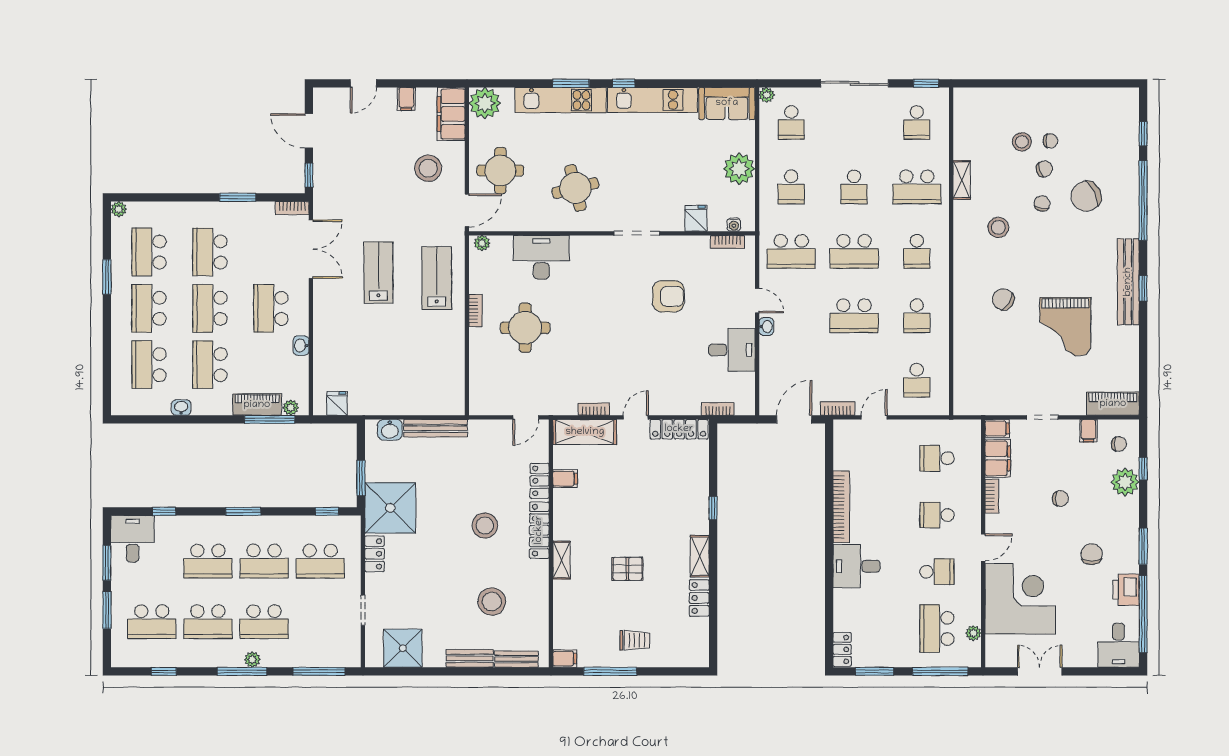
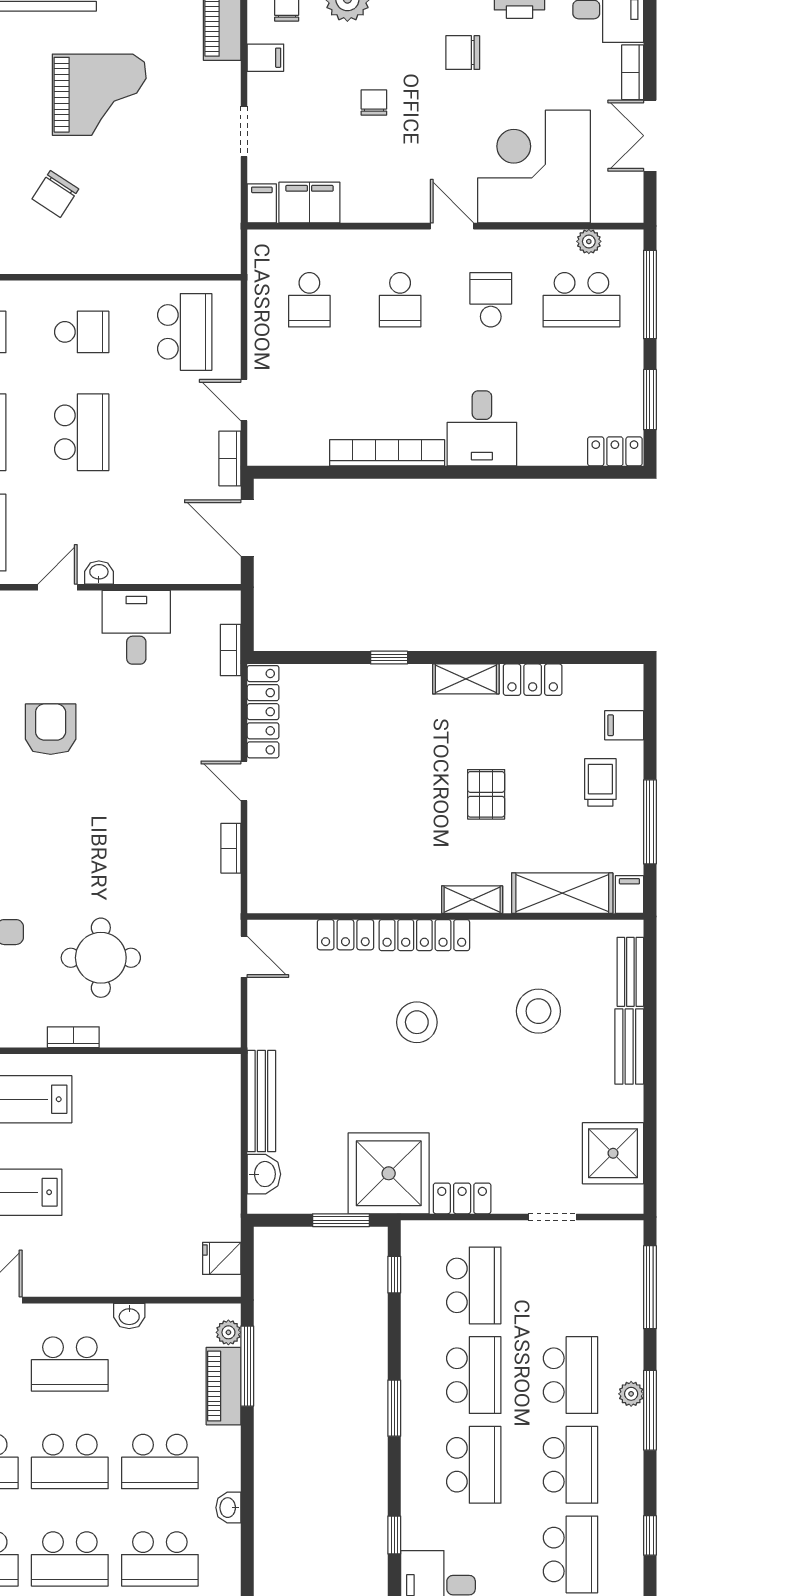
school desk: (917, 380) -> (185, 332), width x1.85
shelving: (585, 432) -> (562, 893), moved, turned 90
filing cabinet: (565, 479) -> (624, 725), moved, turned -90
bookcase: (992, 496) -> (633, 72), moved, turned -90

